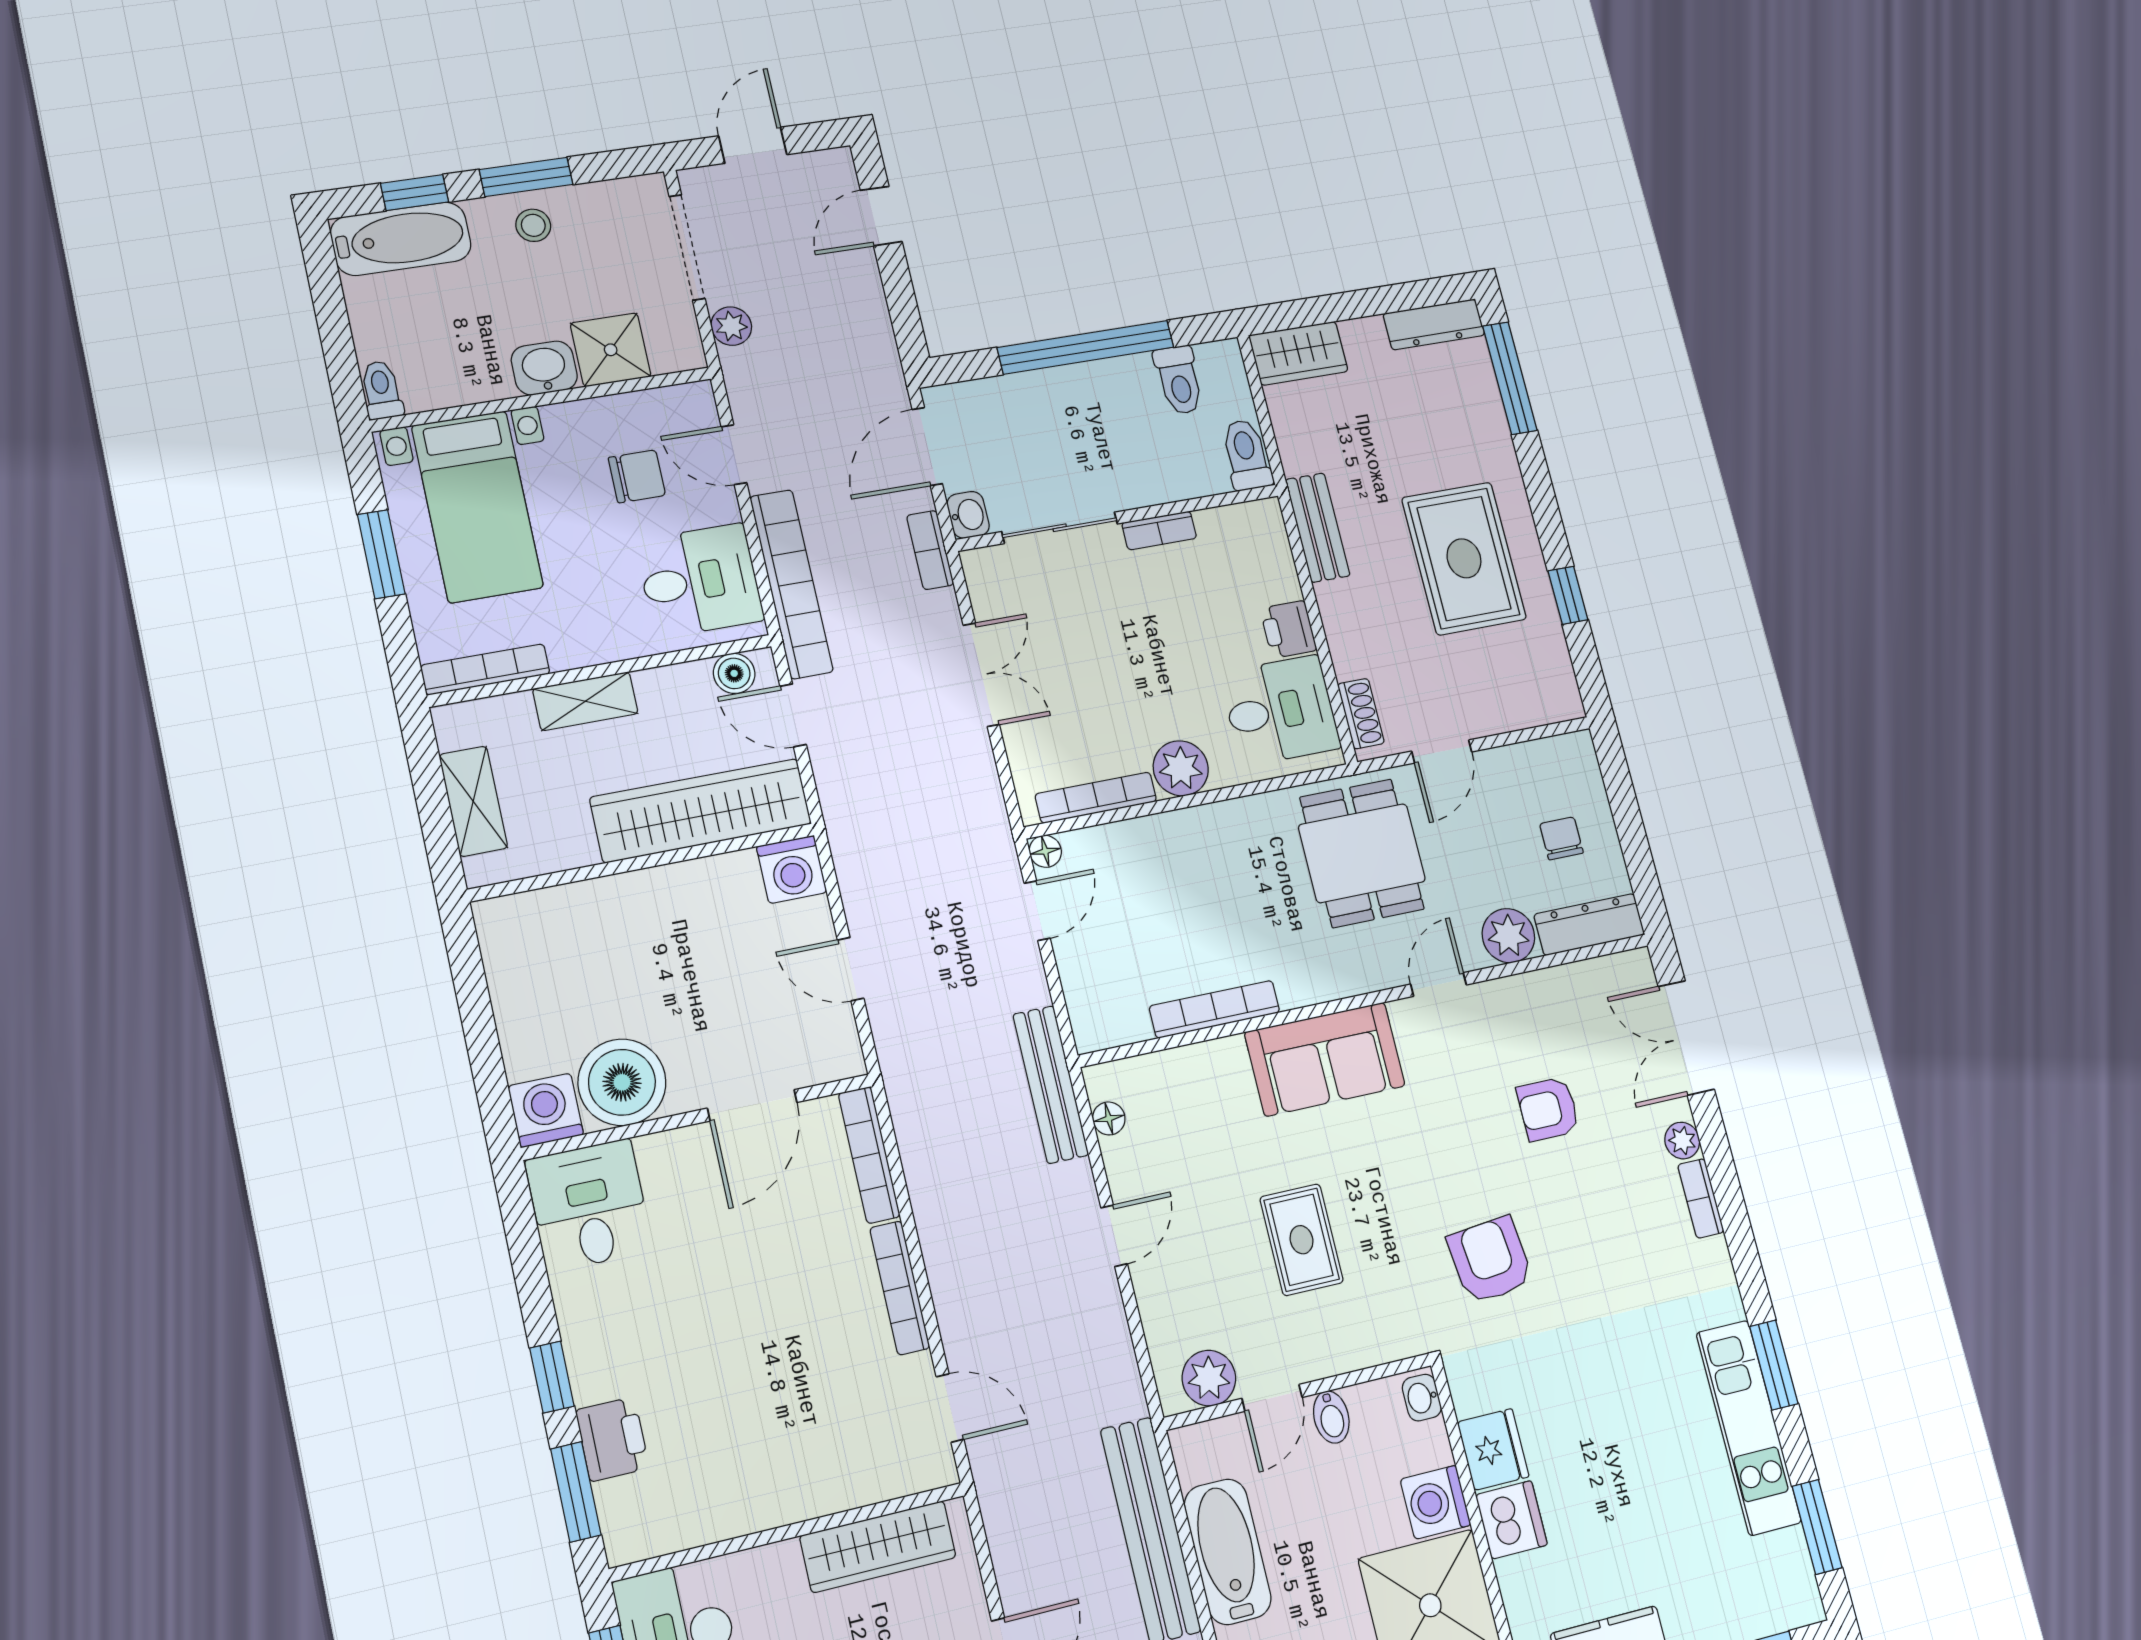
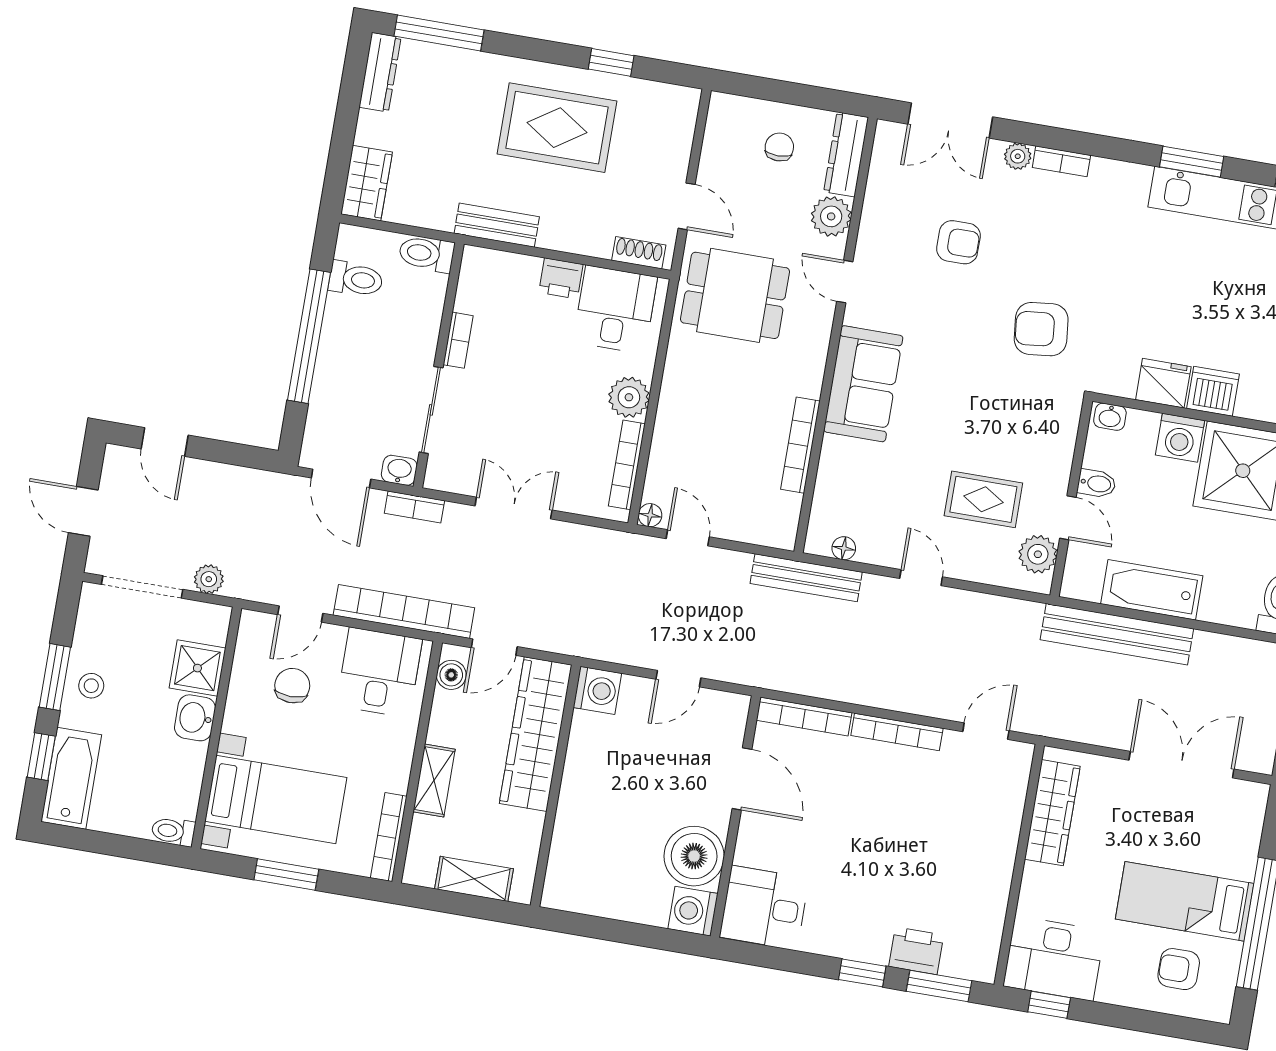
chair: (1561, 838) -> (779, 147), turned 90
armchair: (1548, 1109) -> (958, 242), turned -90
rug: (1302, 1240) -> (983, 499), moved

